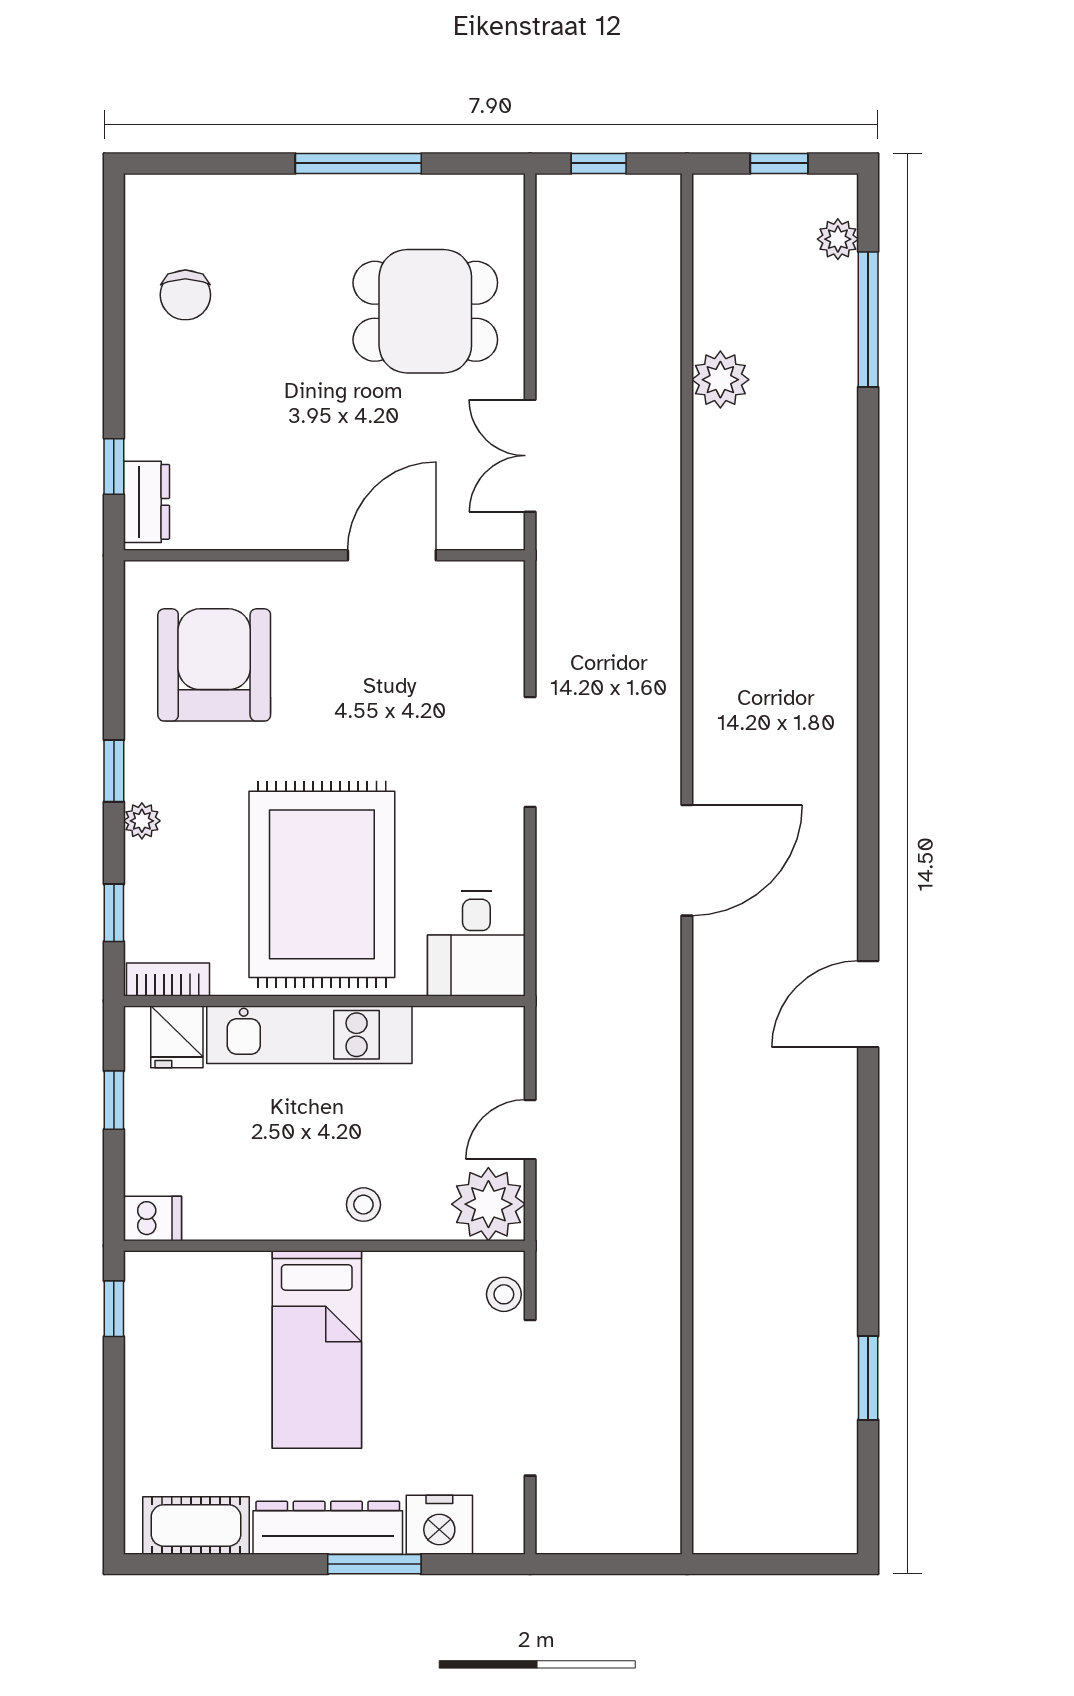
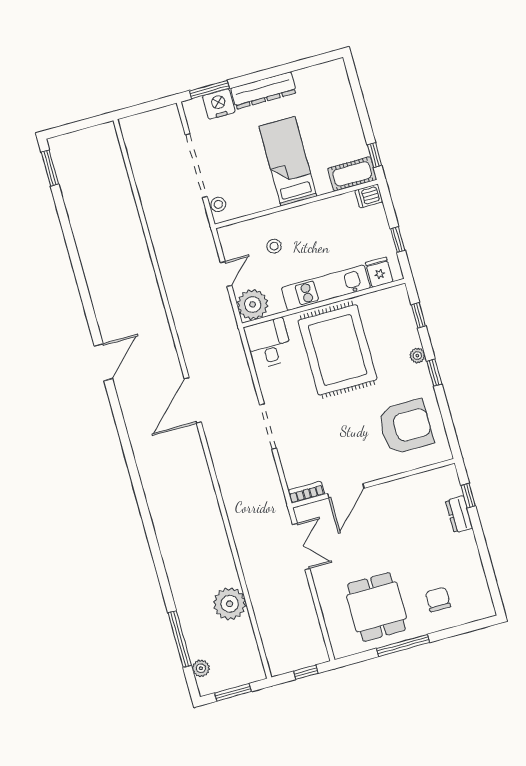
window: (779, 163) -> (233, 692), width x1.50
chair: (185, 295) -> (438, 599), moved
dining table: (425, 311) -> (377, 607), moved, turned 90
plant: (720, 380) -> (230, 604), width x1.36, depth x1.36
dresser: (147, 502) -> (459, 514), moved
armchair: (214, 665) -> (406, 427), turned -90
bookcase: (168, 980) -> (306, 492), moved, turned 180
plant: (488, 1204) -> (253, 304), moved
stool: (363, 1205) -> (274, 246), moved
window: (868, 1378) -> (50, 168), moved
cot: (196, 1525) -> (352, 174), moved
window: (374, 1564) -> (209, 90), moved

